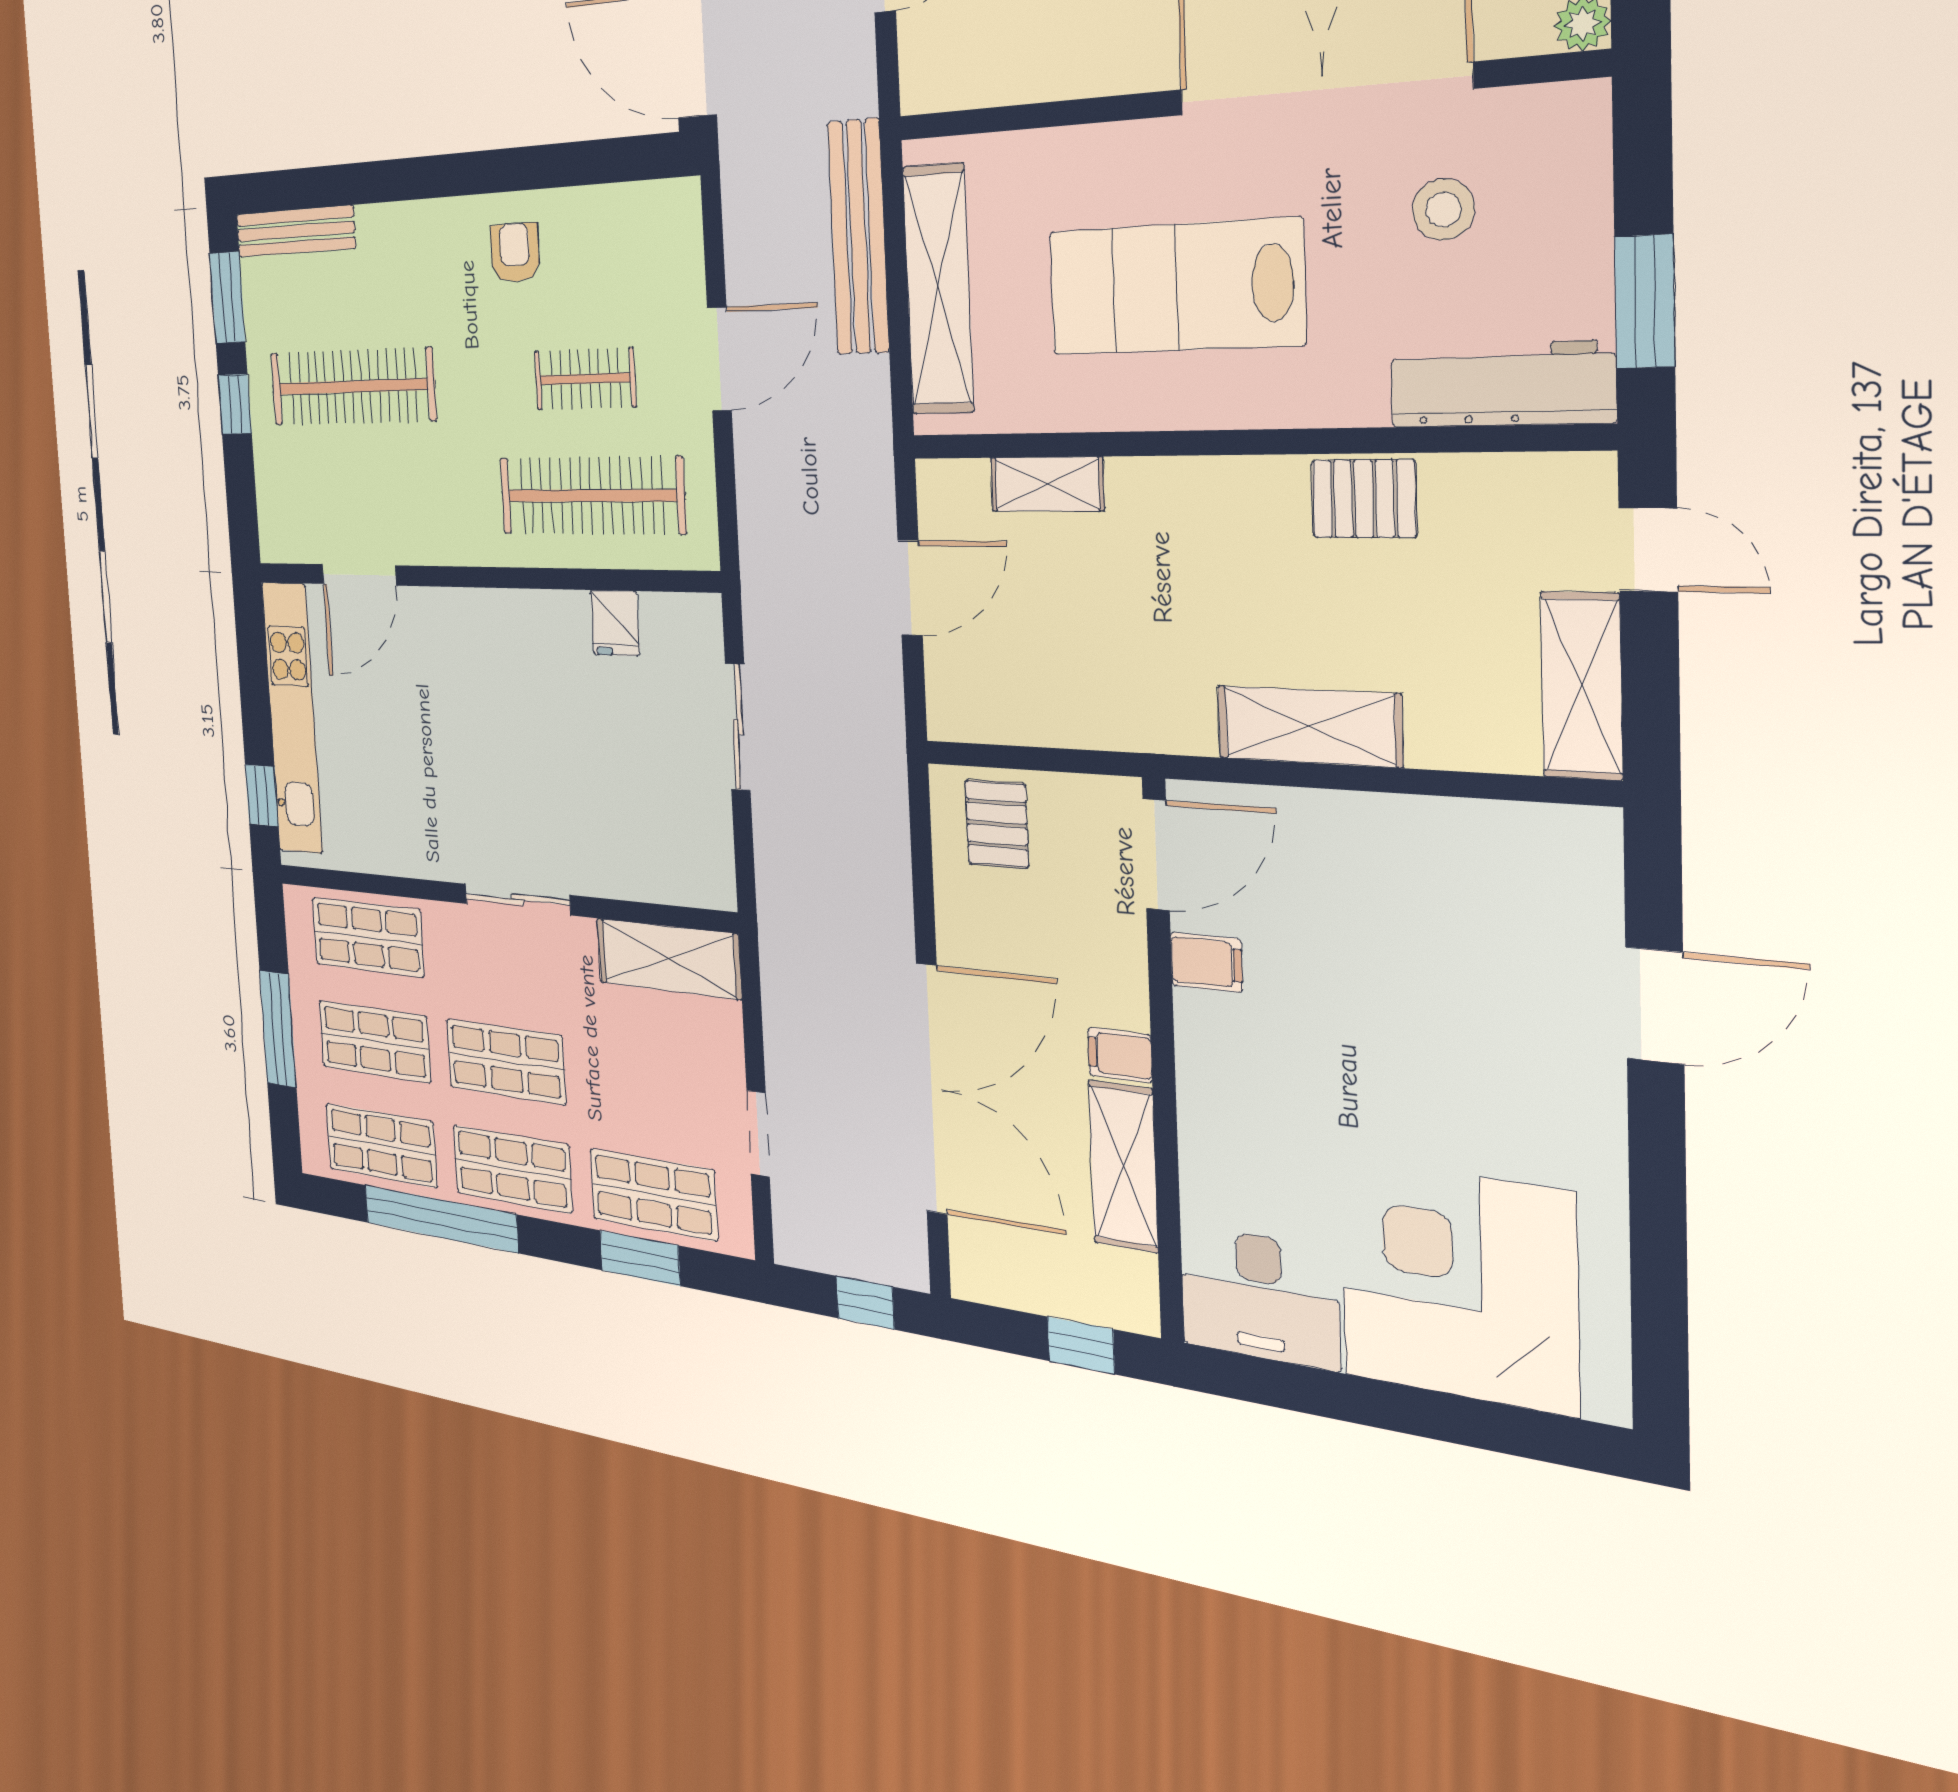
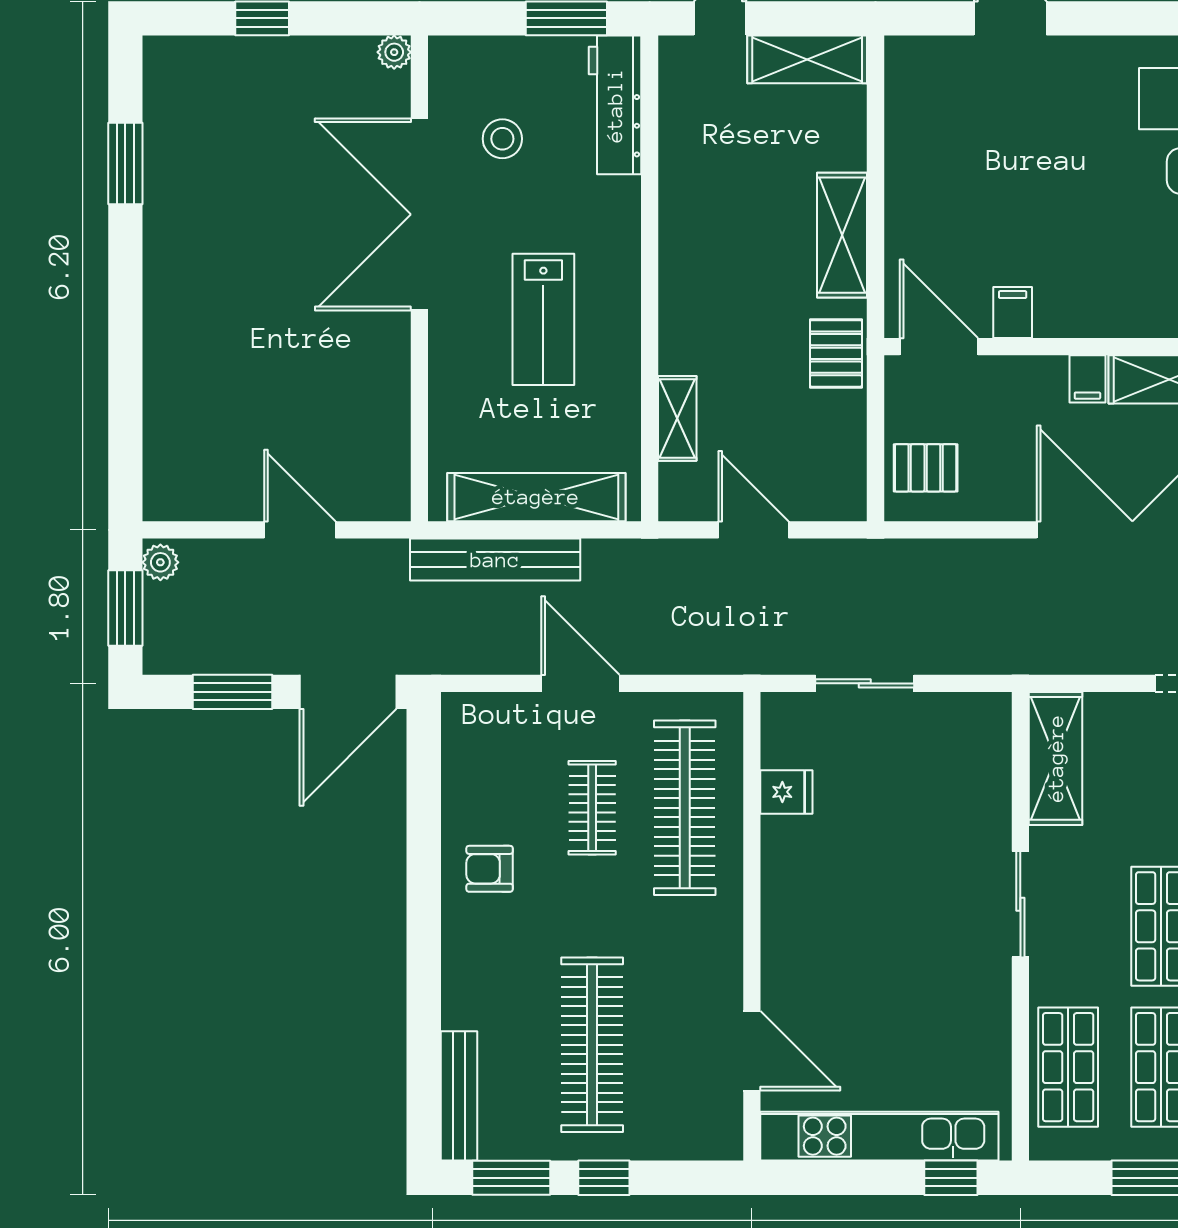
lab bench: (1175, 287) -> (543, 319), width x0.73, depth x0.72
pallet: (1364, 499) -> (836, 353), moved

